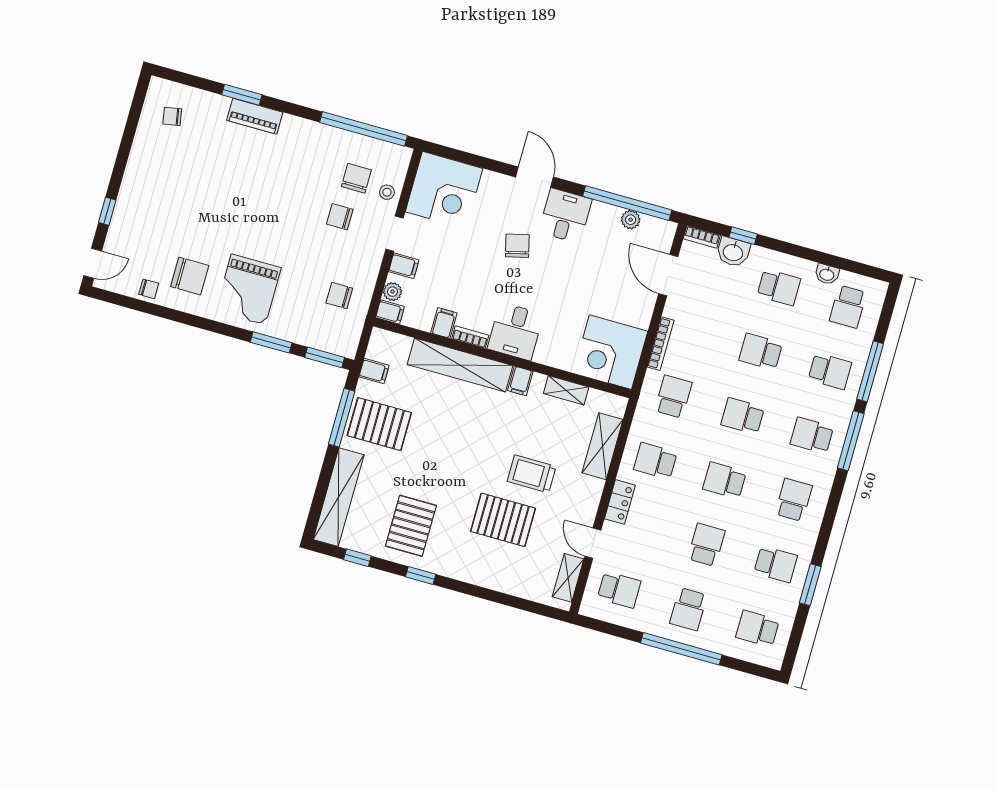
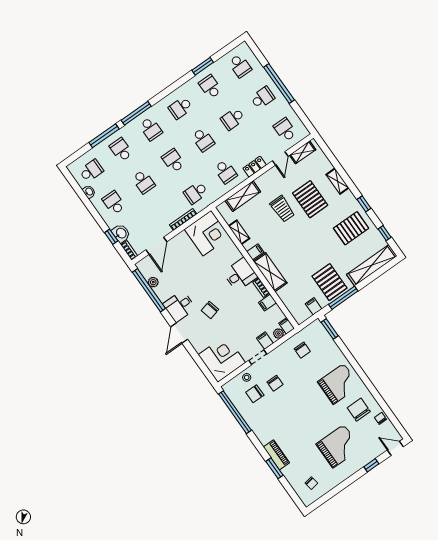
grand piano: (176, 200) -> (338, 446), added
window: (271, 342) -> (347, 354), removed
shelving: (460, 365) -> (270, 272), width x0.68
school desk: (743, 416) -> (173, 161), turned 180
shelving: (485, 577) -> (338, 181), added

